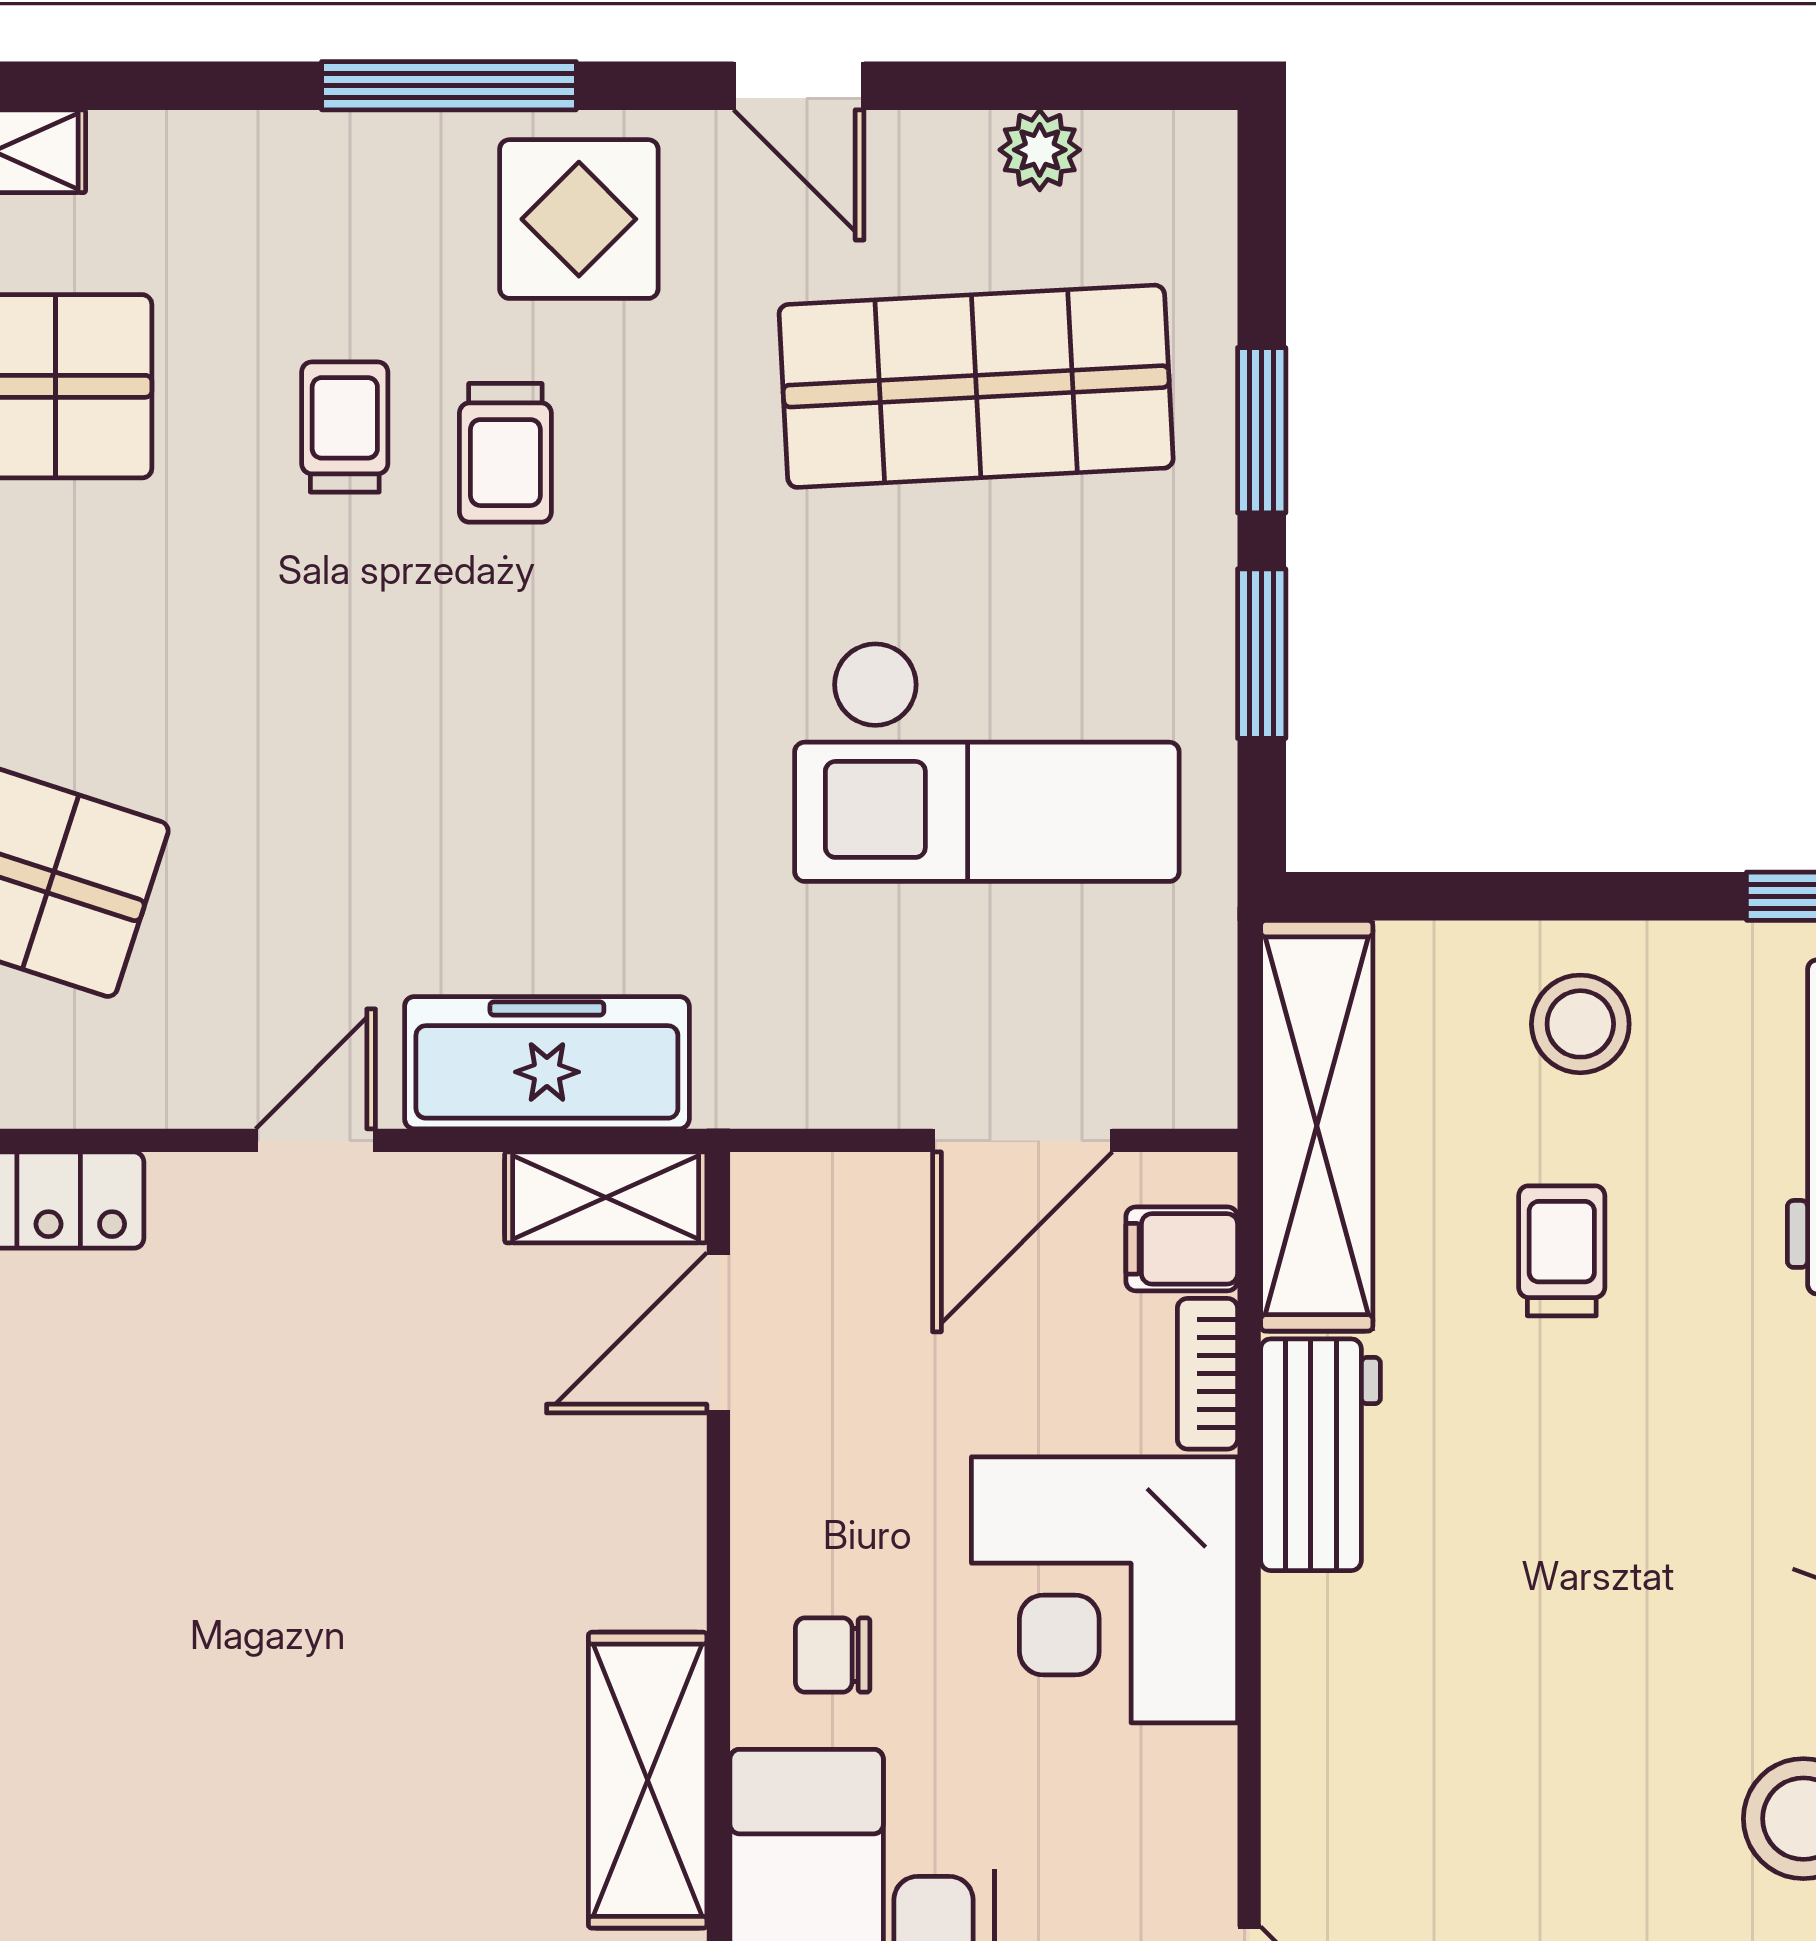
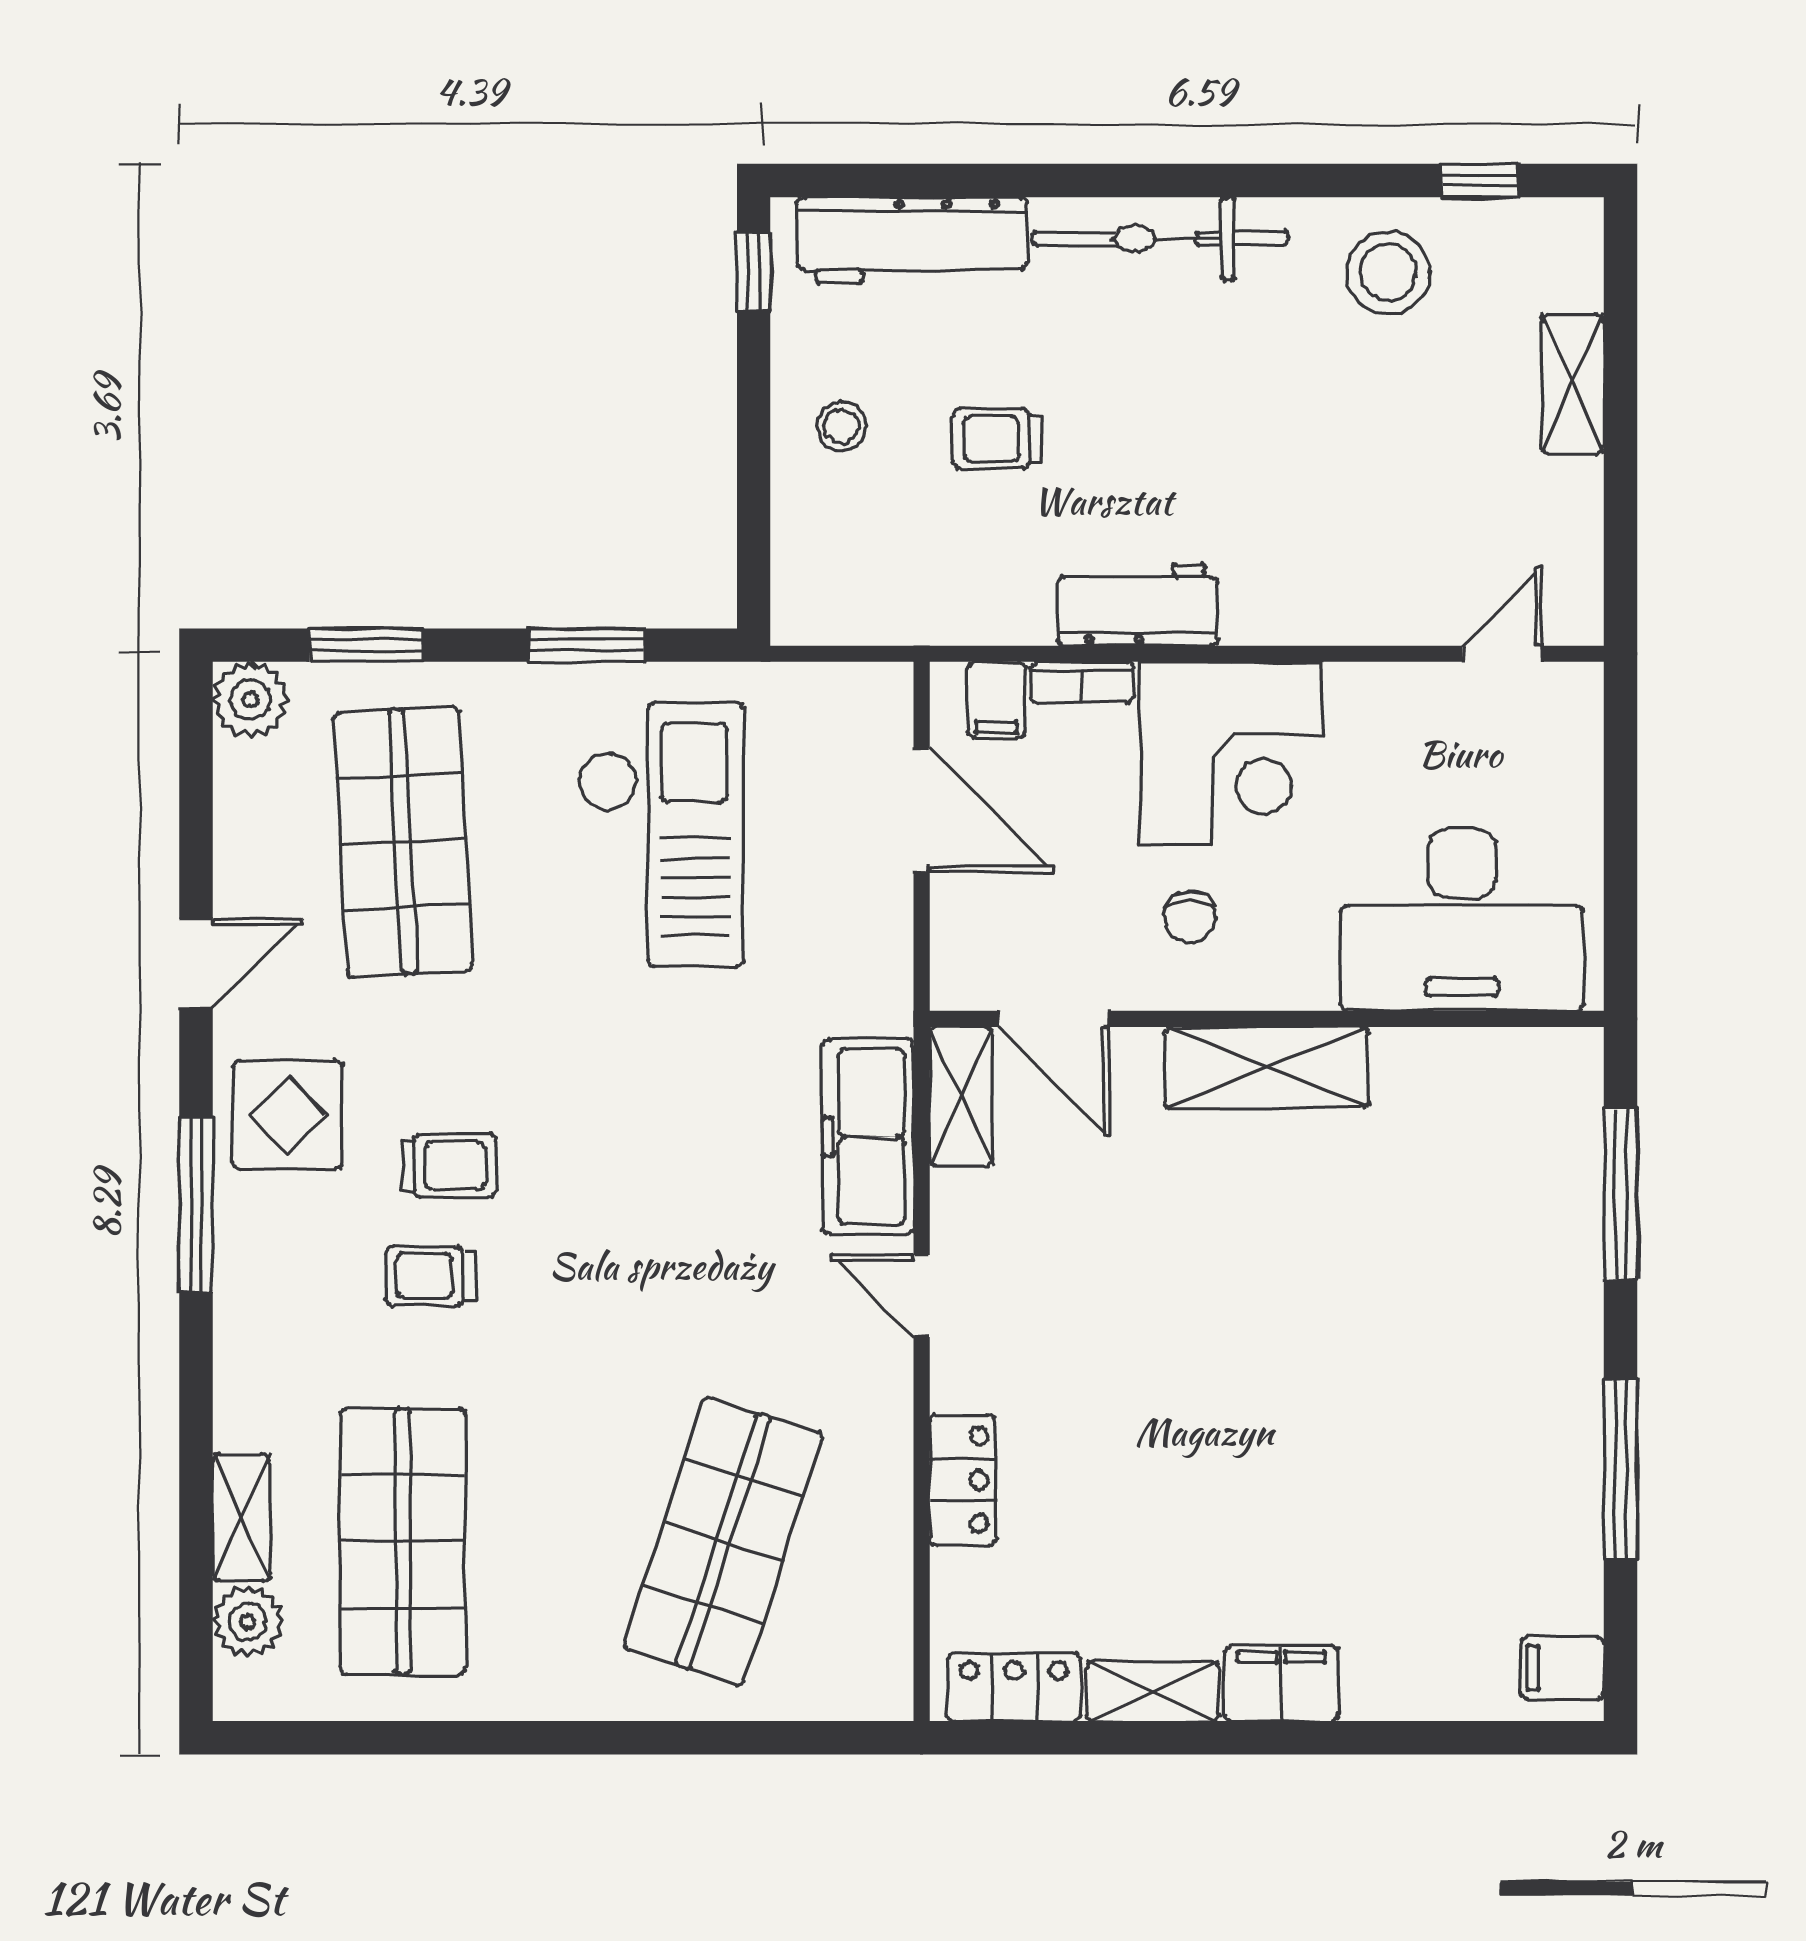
plant: (1040, 150) -> (251, 700), moved, width x1.38, depth x1.38
window: (1262, 430) -> (367, 645), moved
stool: (1580, 1024) -> (841, 426), width x0.73, depth x0.73
shelving: (1317, 1126) -> (912, 607), removed
chair: (833, 1655) -> (1190, 917), moved
shelving: (648, 1780) -> (1267, 1068), moved

